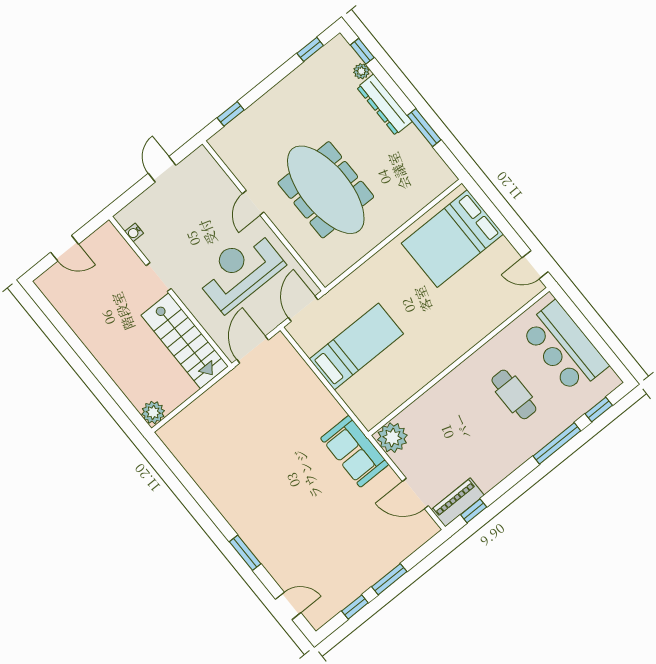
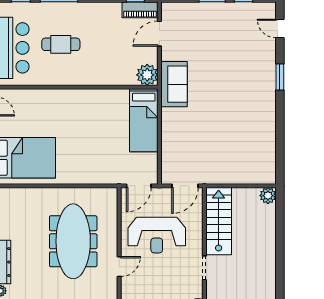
bed: (356, 346) -> (144, 120), moved, turned -90
cafe table: (514, 394) -> (61, 44), turned 90
door: (415, 494) -> (159, 34), swing flipped

